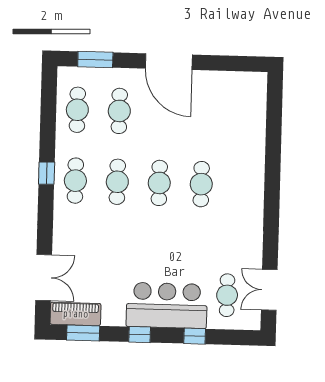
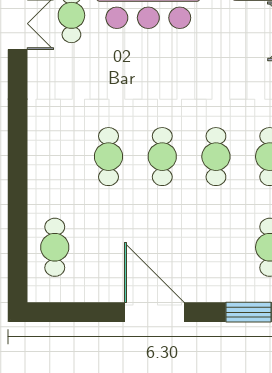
cafe table: (119, 111) -> (55, 247), moved

